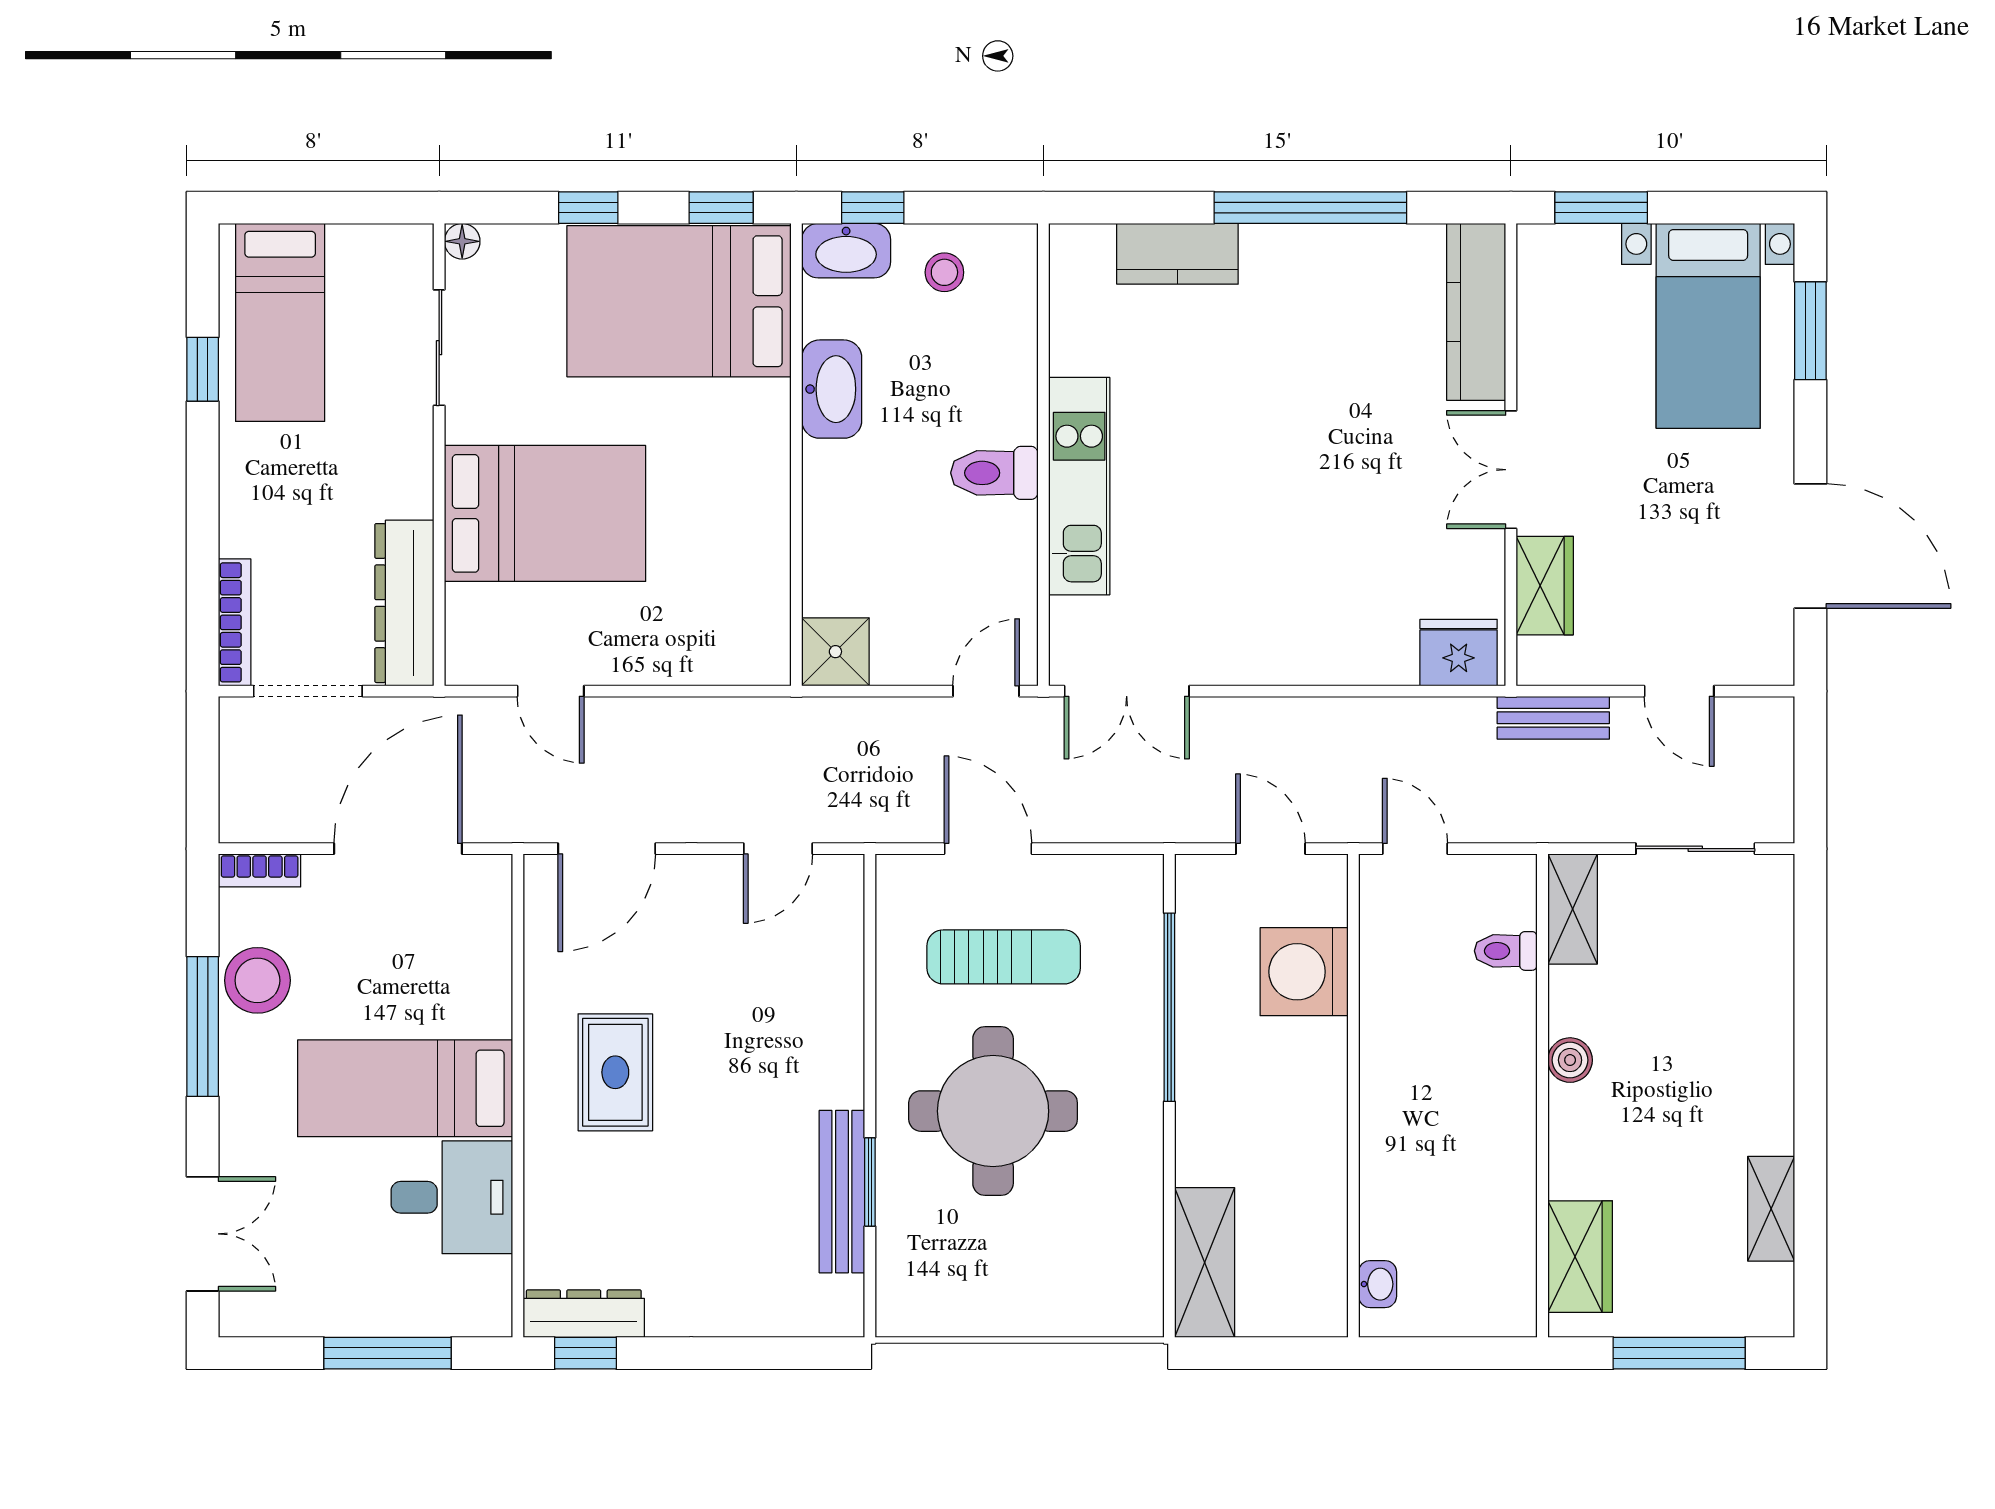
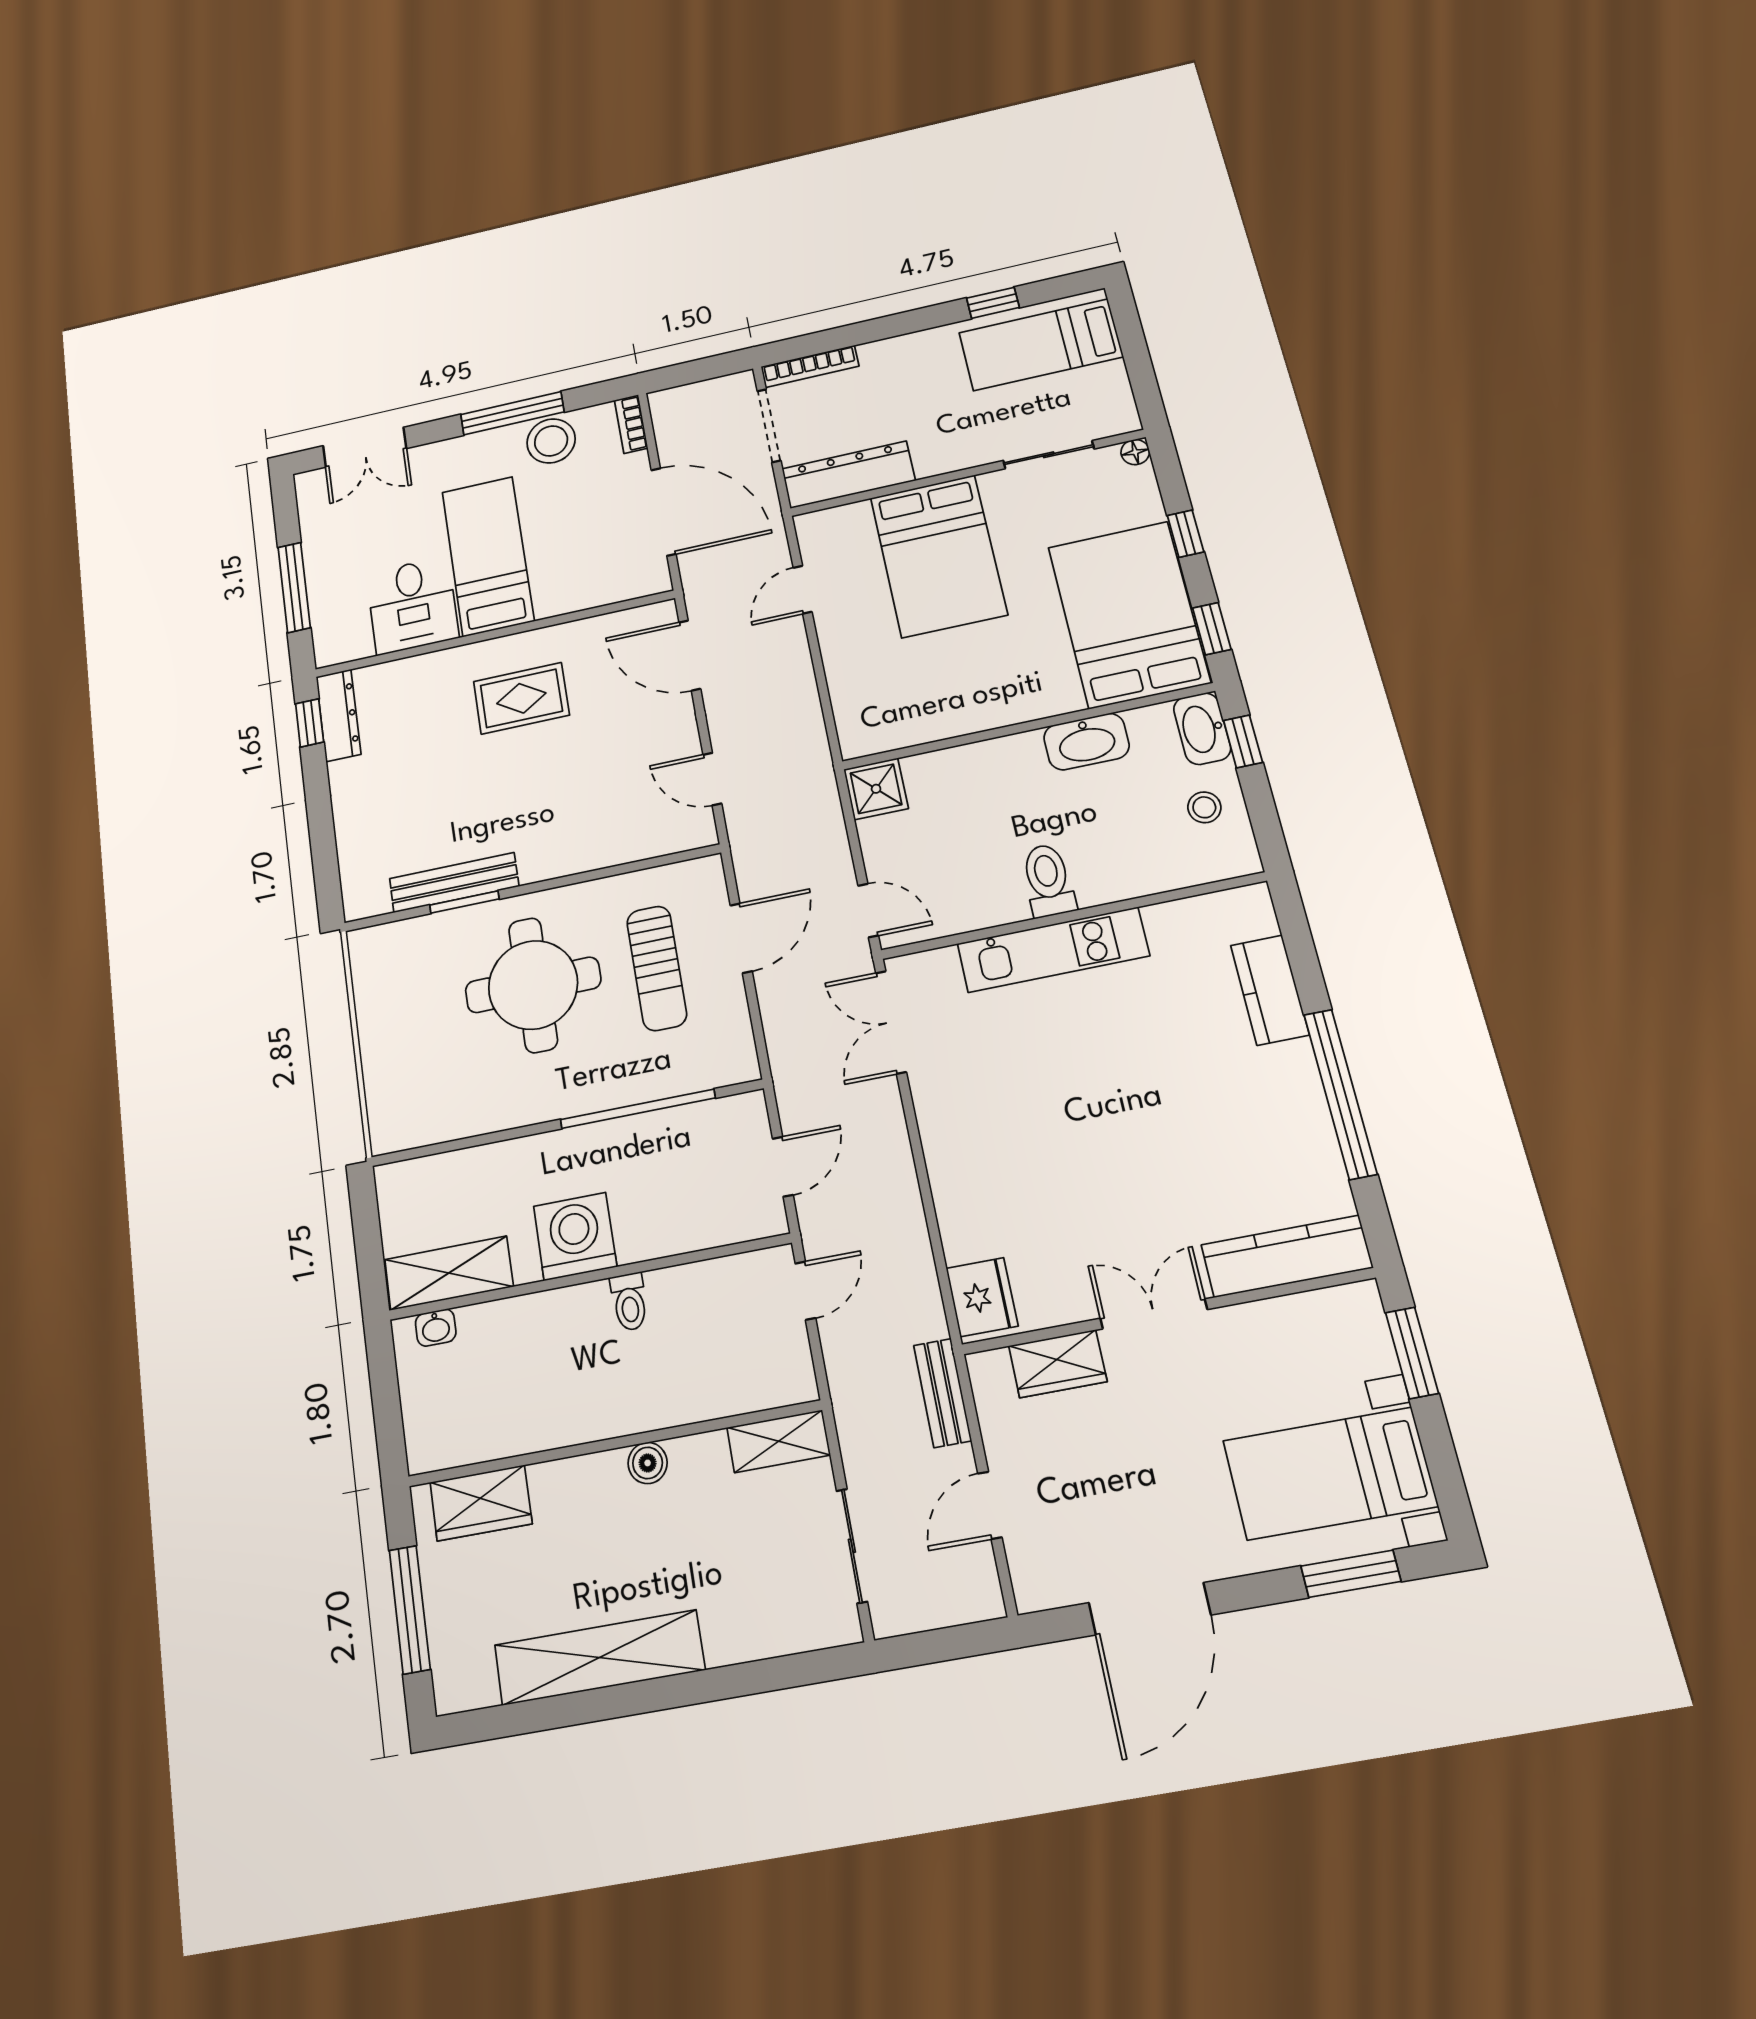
toilet: (1506, 951) -> (629, 1302), moved, turned 180
washing machine: (1304, 972) -> (575, 1236), moved
shelving: (1771, 1209) -> (599, 1658), width x2.20, depth x1.33
shelving: (1205, 1263) -> (449, 1273), moved

